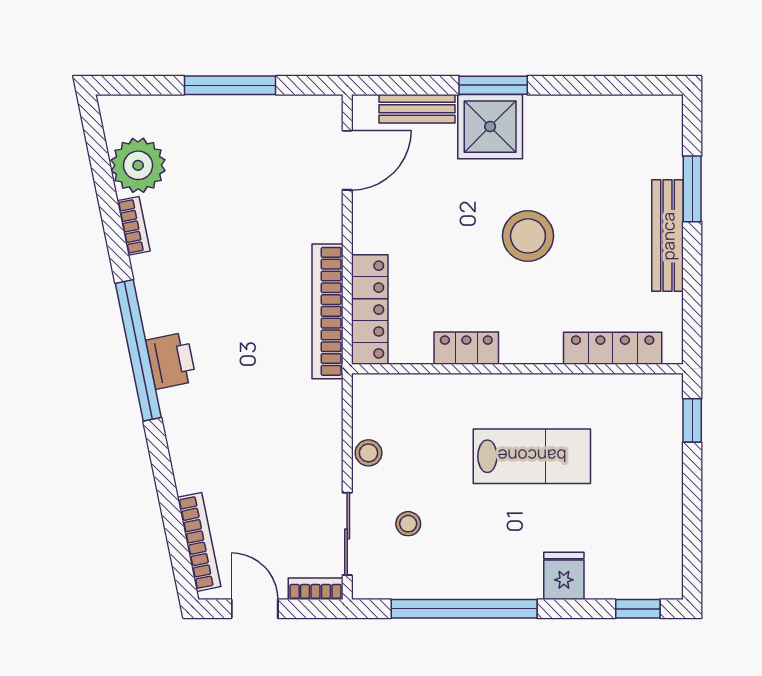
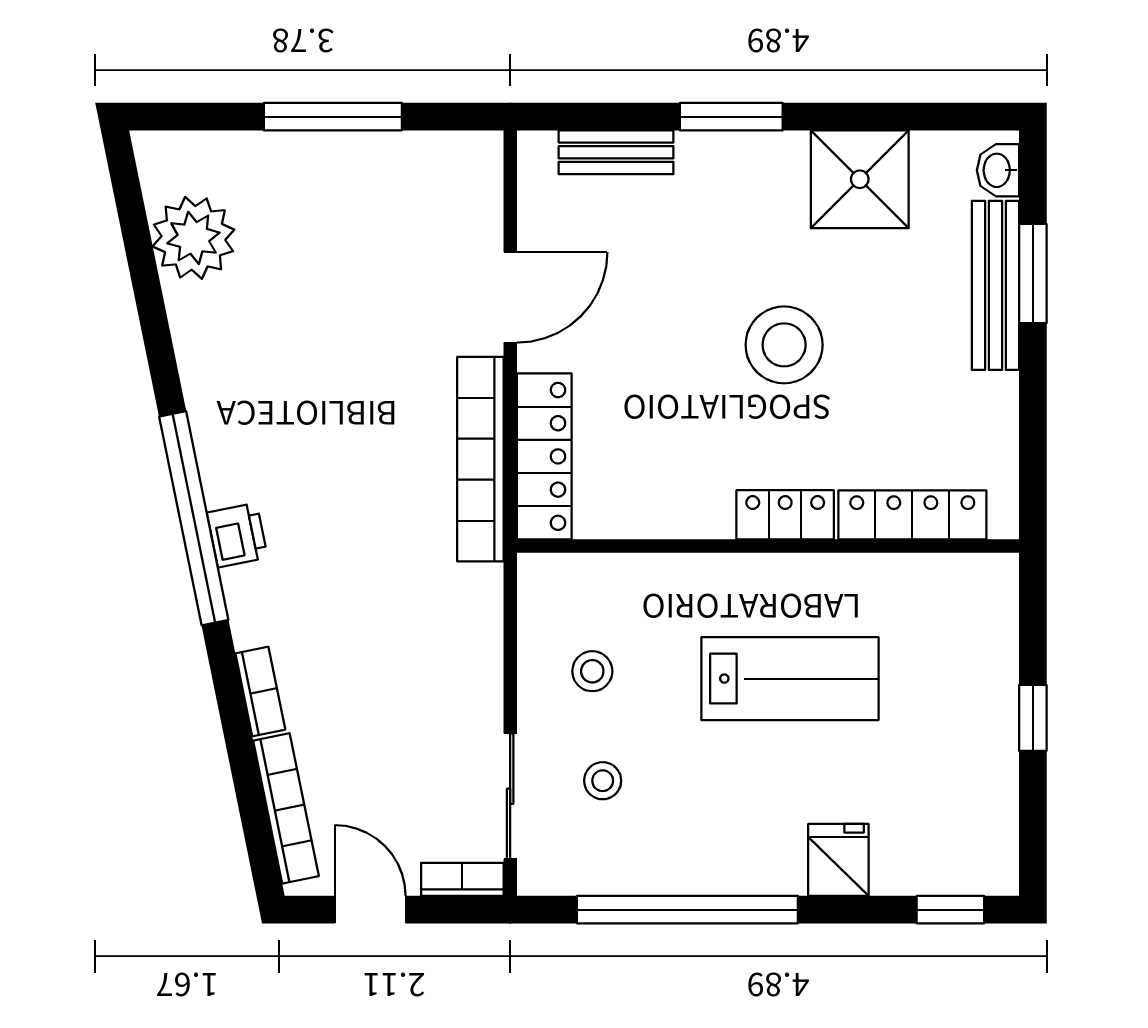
washbasin: (669, 121) -> (998, 170), added
shower: (490, 127) -> (860, 179), moved
door: (347, 160) -> (510, 297), moved
bookcase: (134, 226) -> (260, 692), moved
bench: (668, 236) -> (995, 285), moved
locker: (466, 348) -> (785, 515), moved
printer: (171, 361) -> (237, 535), width x0.73, depth x0.81
window: (692, 420) -> (1033, 718), moved
stool: (368, 453) -> (592, 671), moved

